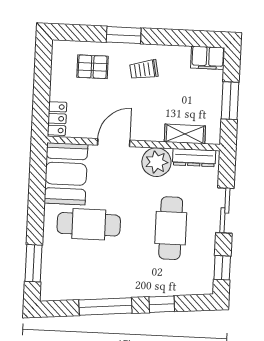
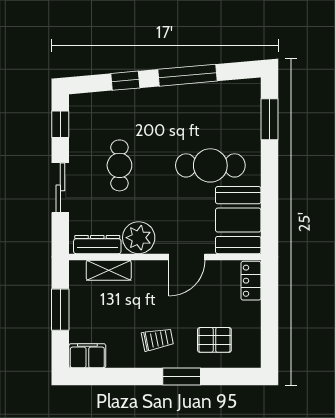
cafe table: (171, 228) -> (119, 165), width x0.73, depth x0.74

